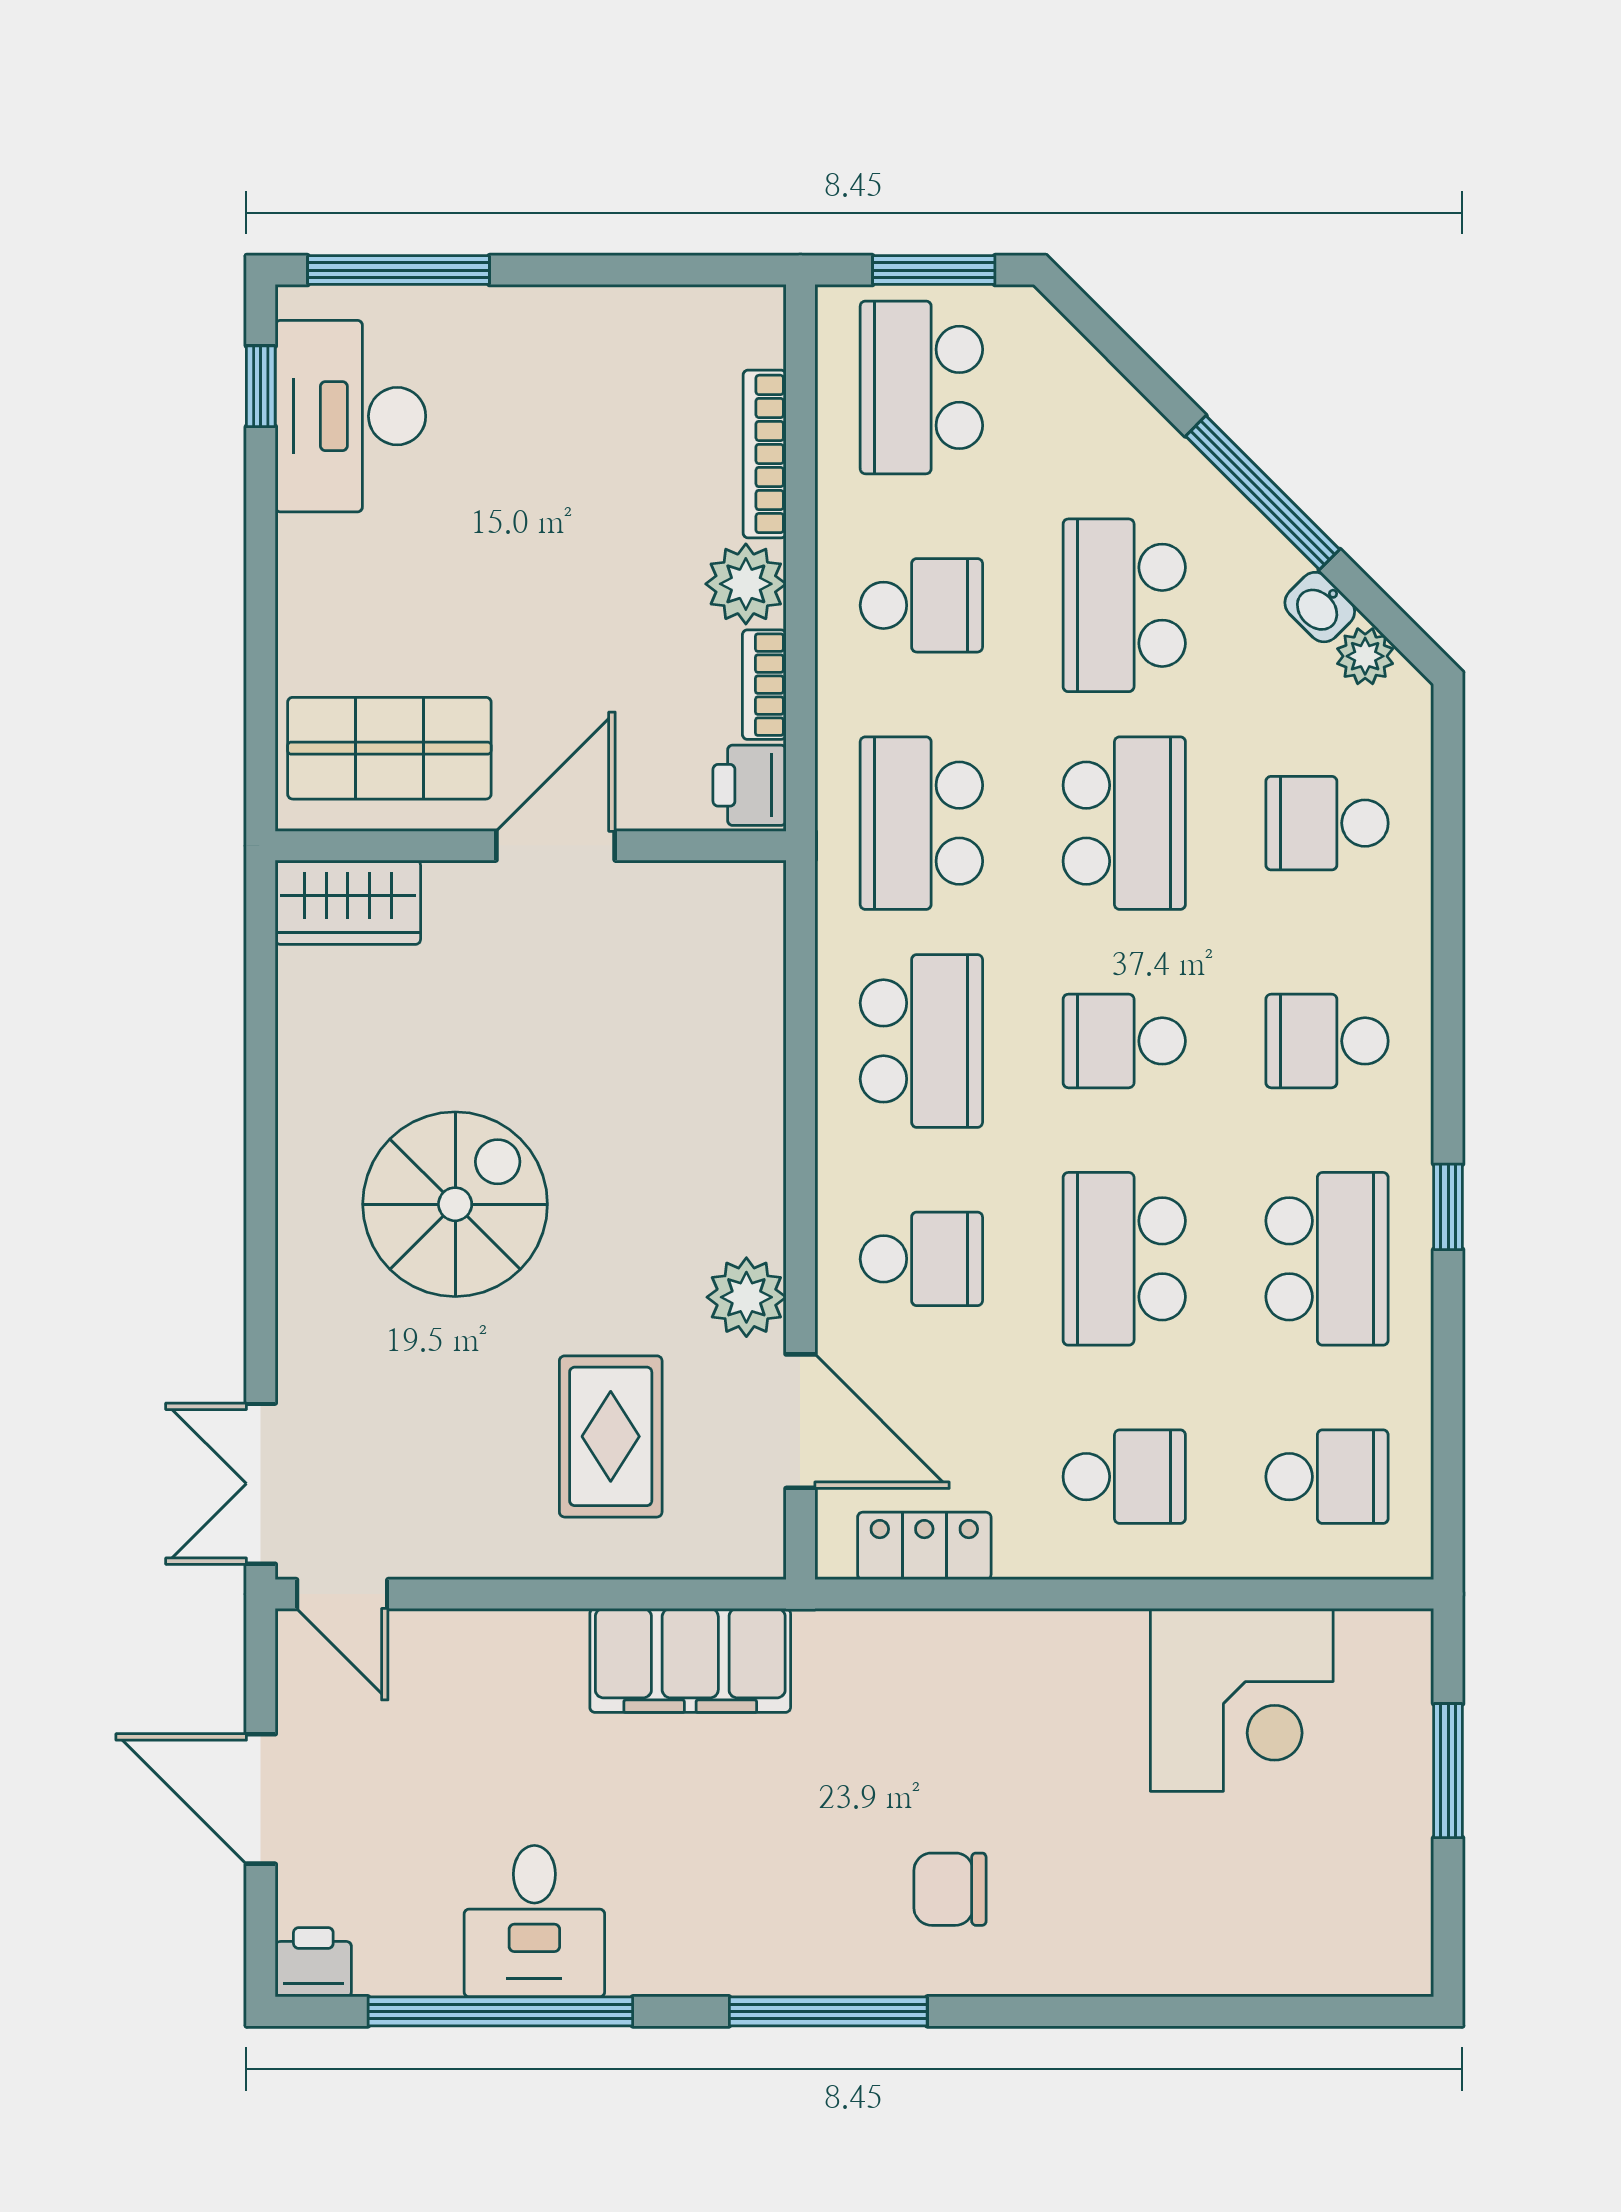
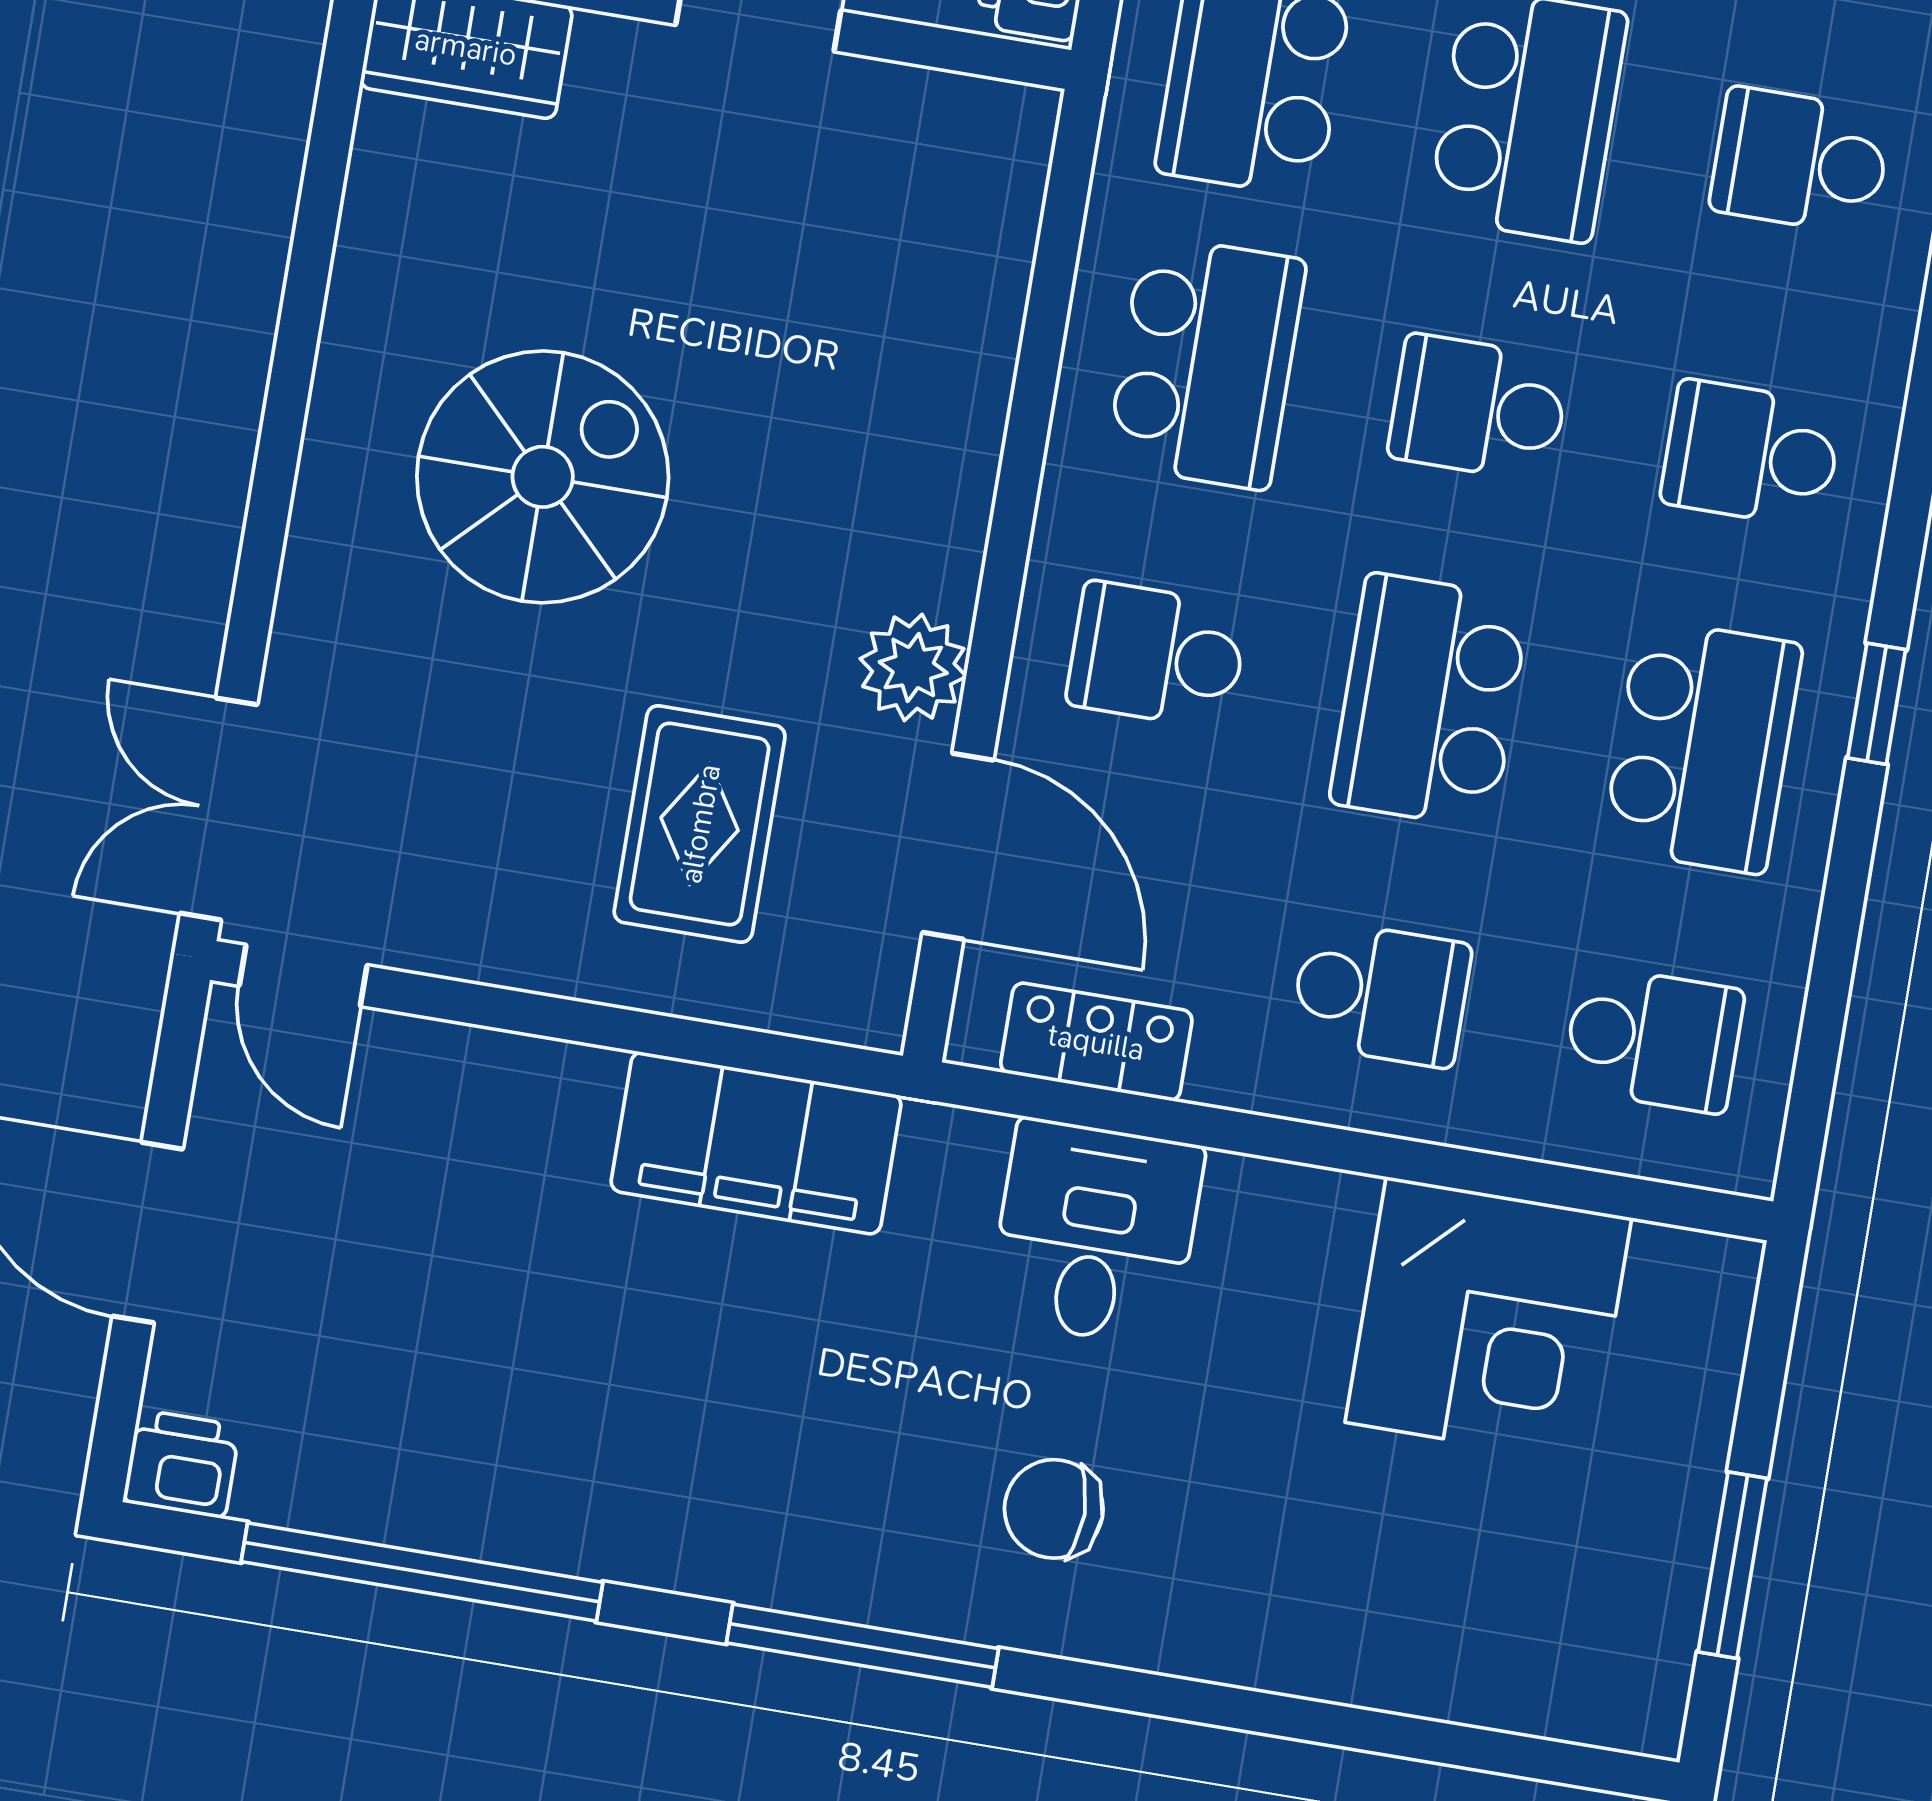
school desk: (921, 1259) -> (1157, 655), turned 180
window: (1448, 1771) -> (1732, 1565), moved
desk: (534, 1921) -> (1096, 1233), moved, turned 180

